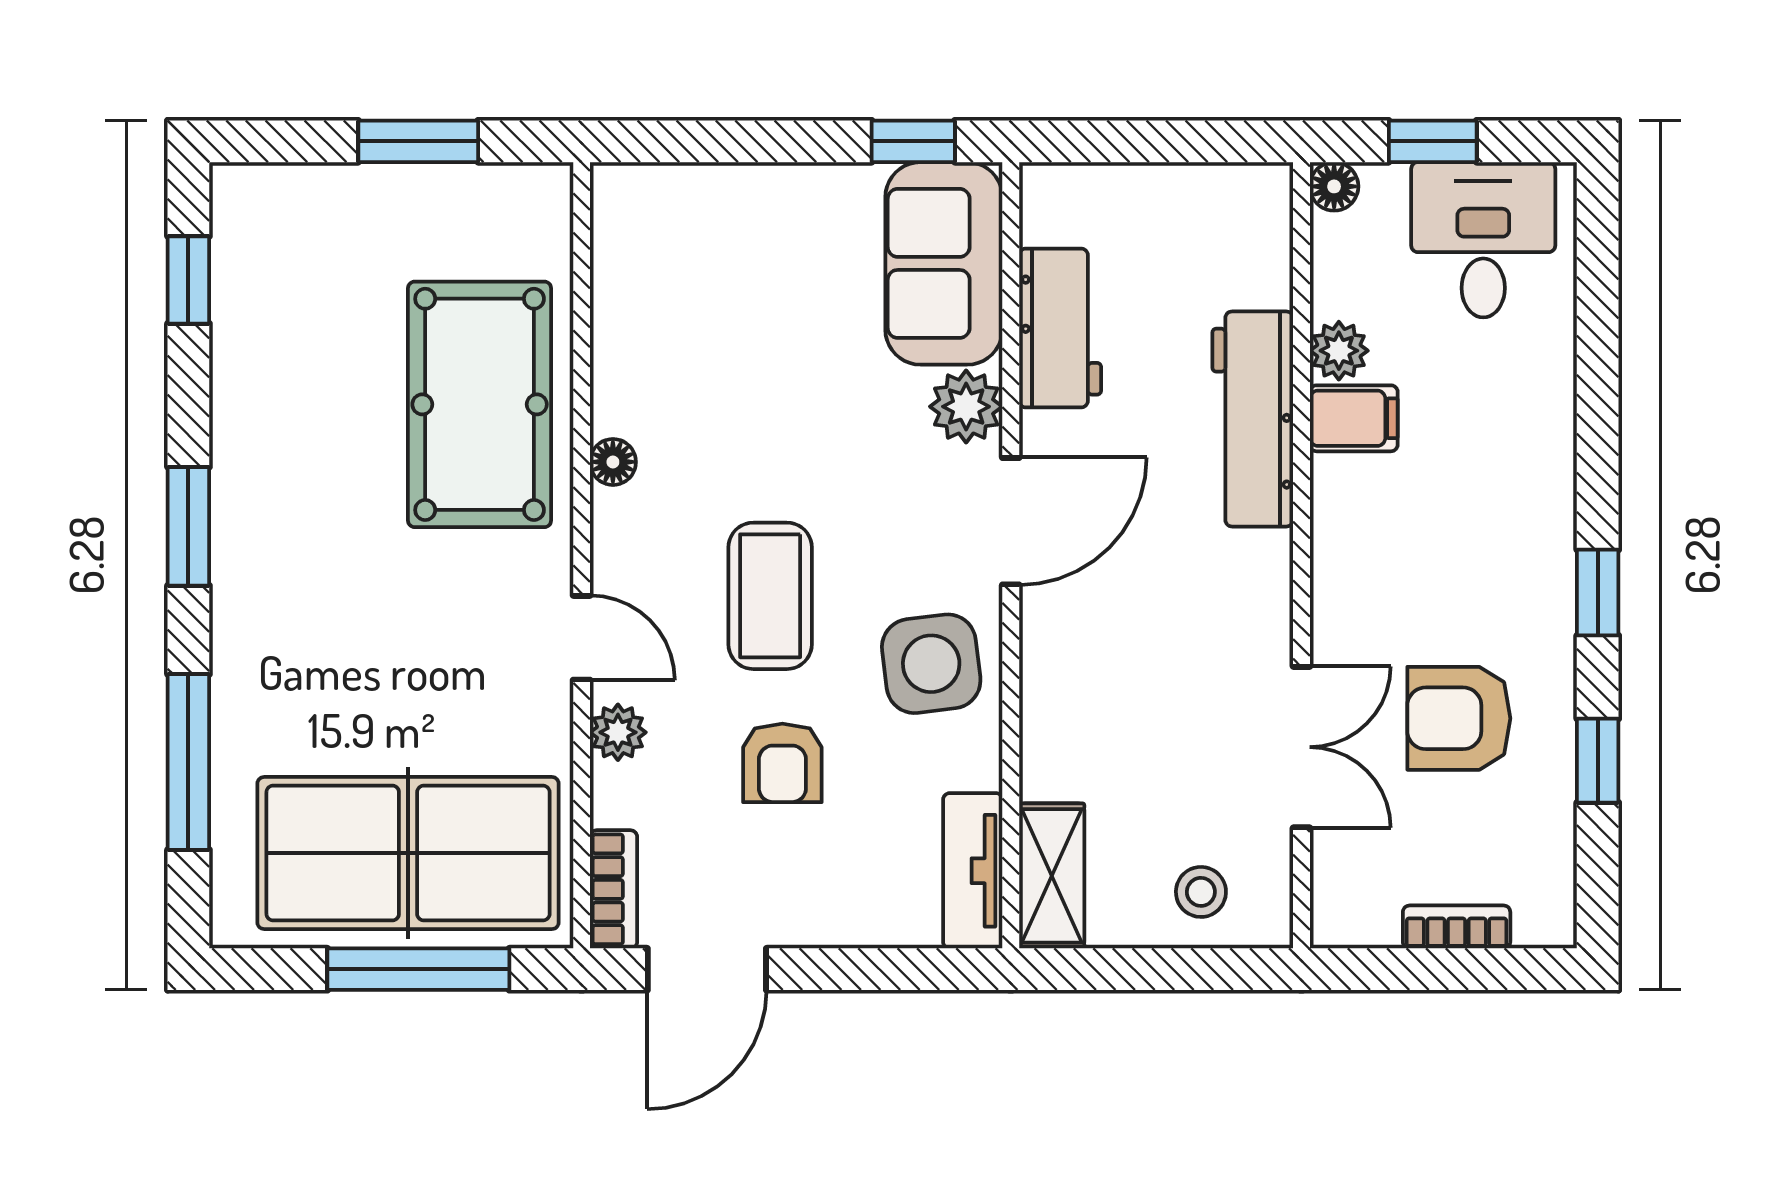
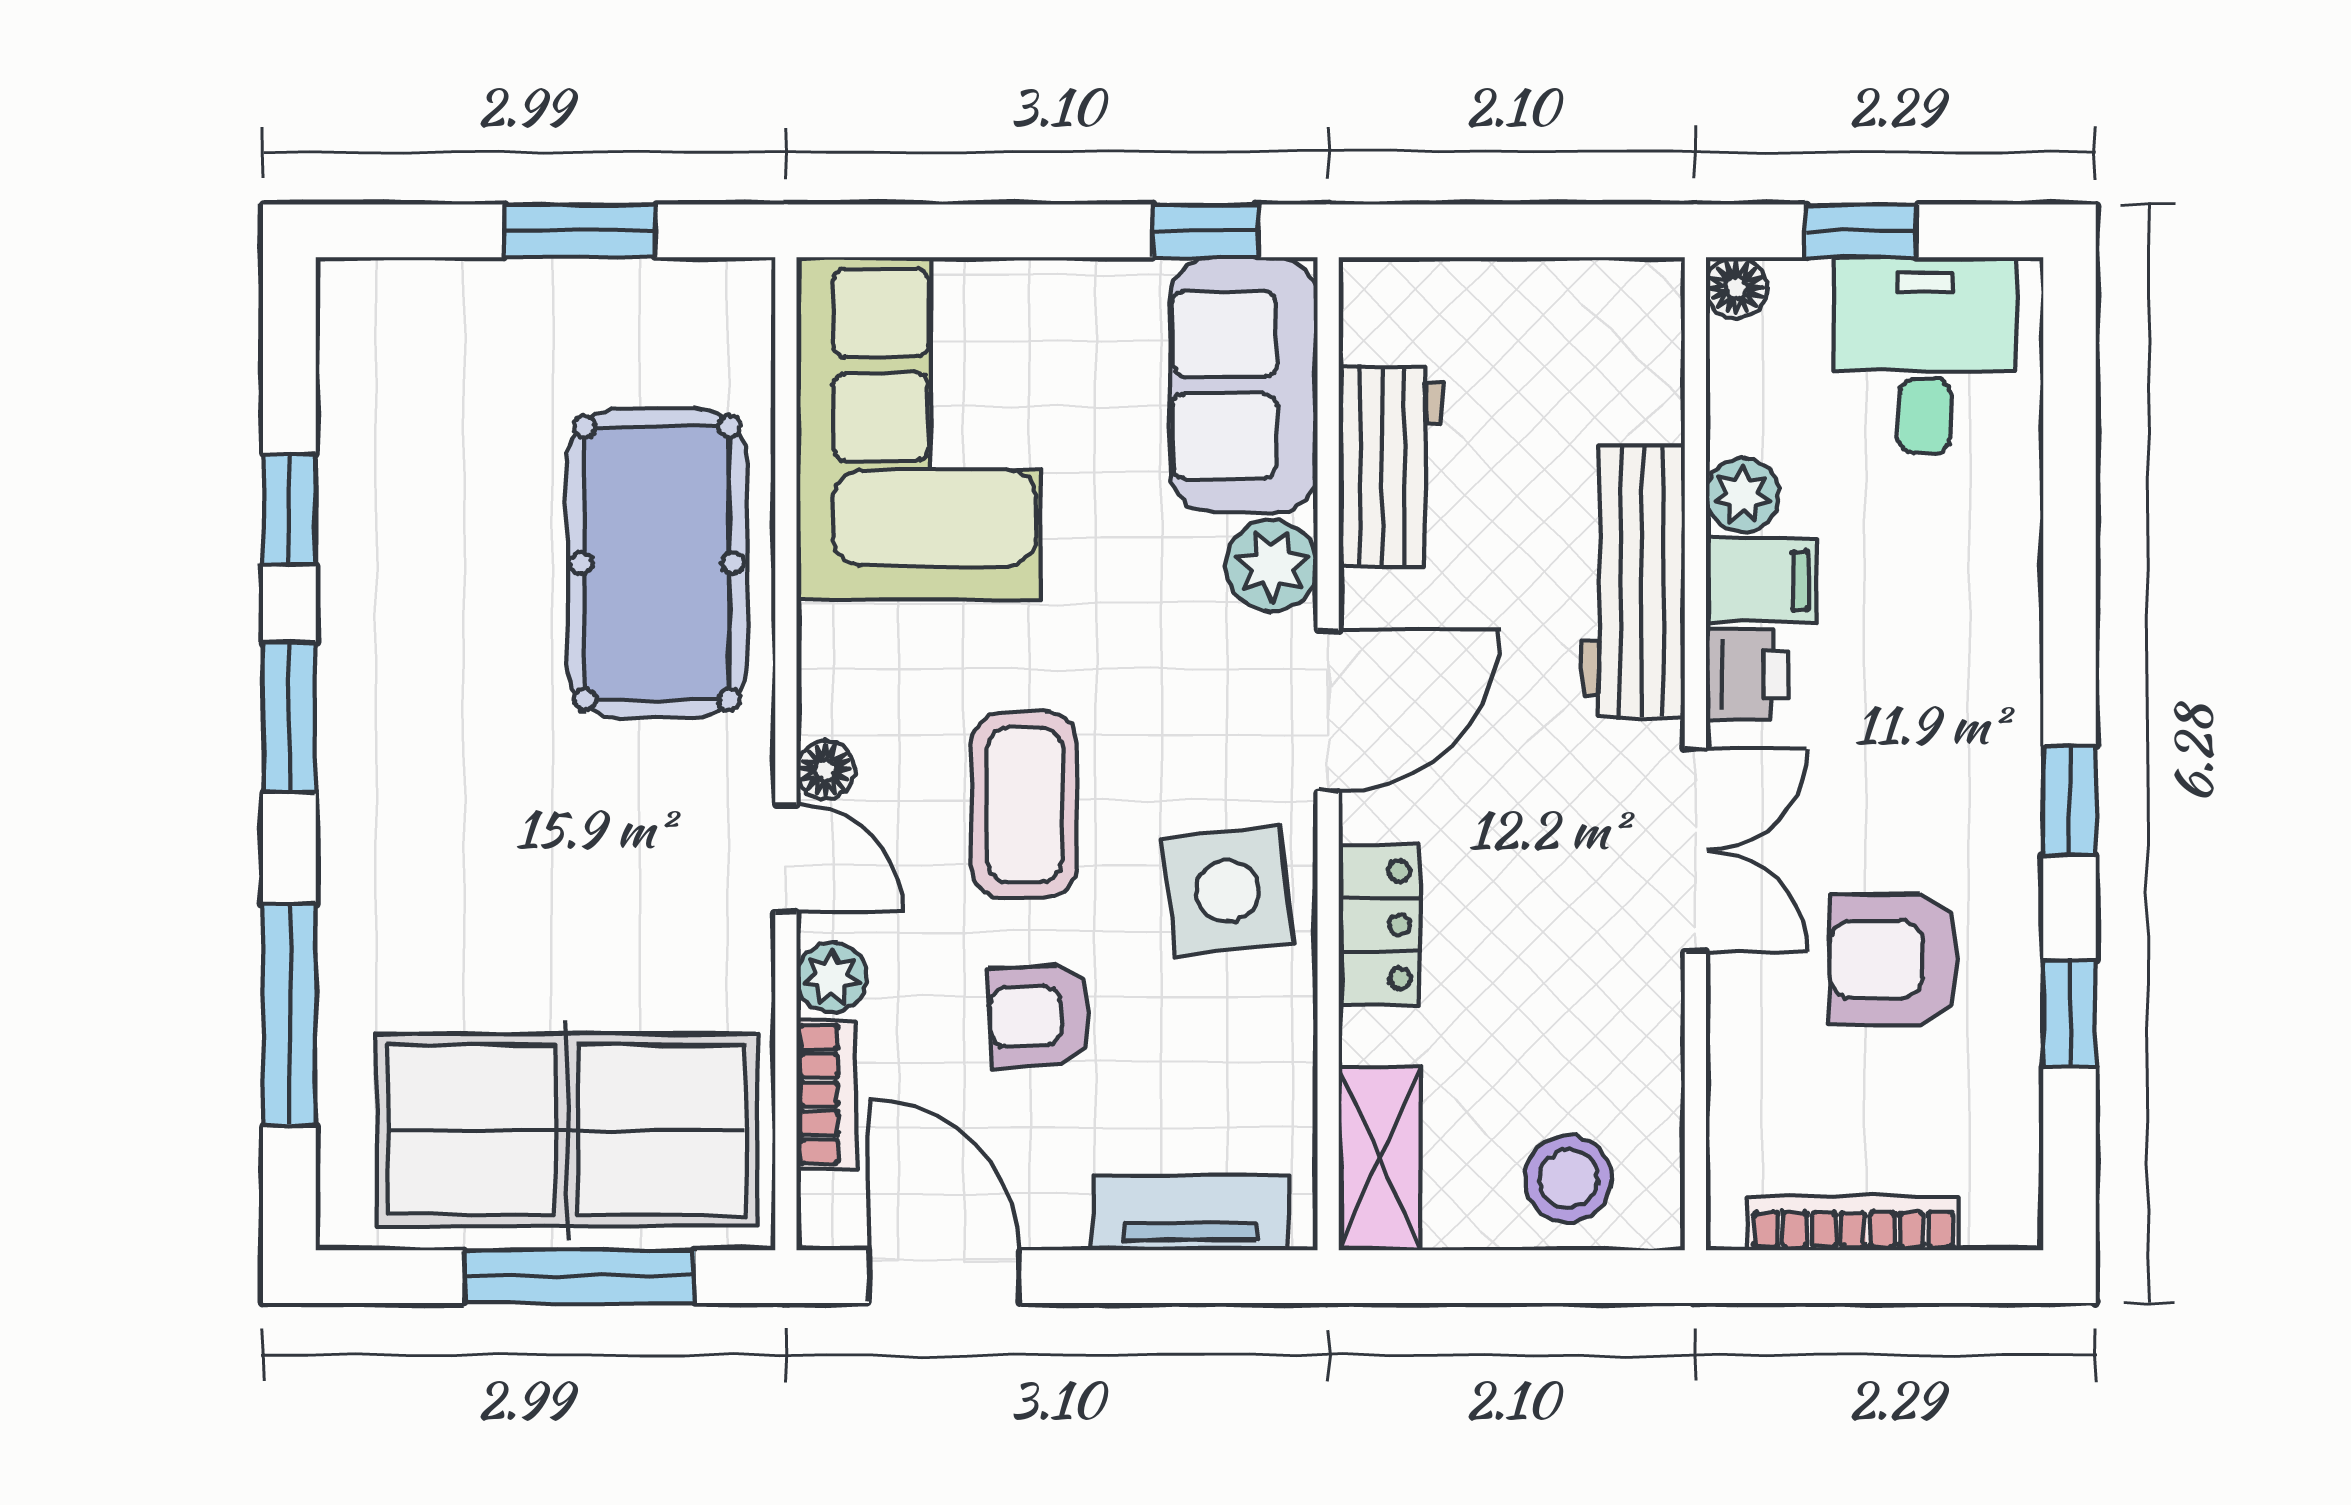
window: (188, 280) -> (289, 509), moved
corner sofa: (687, 298) -> (919, 428), added
floor lamp: (613, 462) -> (825, 770), moved
printer: (1342, 493) -> (1747, 675), added
locker: (1051, 691) -> (1379, 925), added
double door: (1301, 747) -> (1695, 850), moved
armchair: (782, 763) -> (1040, 1016), turned 87
tv unit: (973, 871) -> (1190, 1213), moved, turned 90
bookcase: (614, 889) -> (826, 1094), moved
stool: (1201, 892) -> (1568, 1179), width x1.37, depth x1.37
bookcase: (1457, 927) -> (1853, 1223), width x1.56
door: (707, 969) -> (944, 1277), swing flipped

